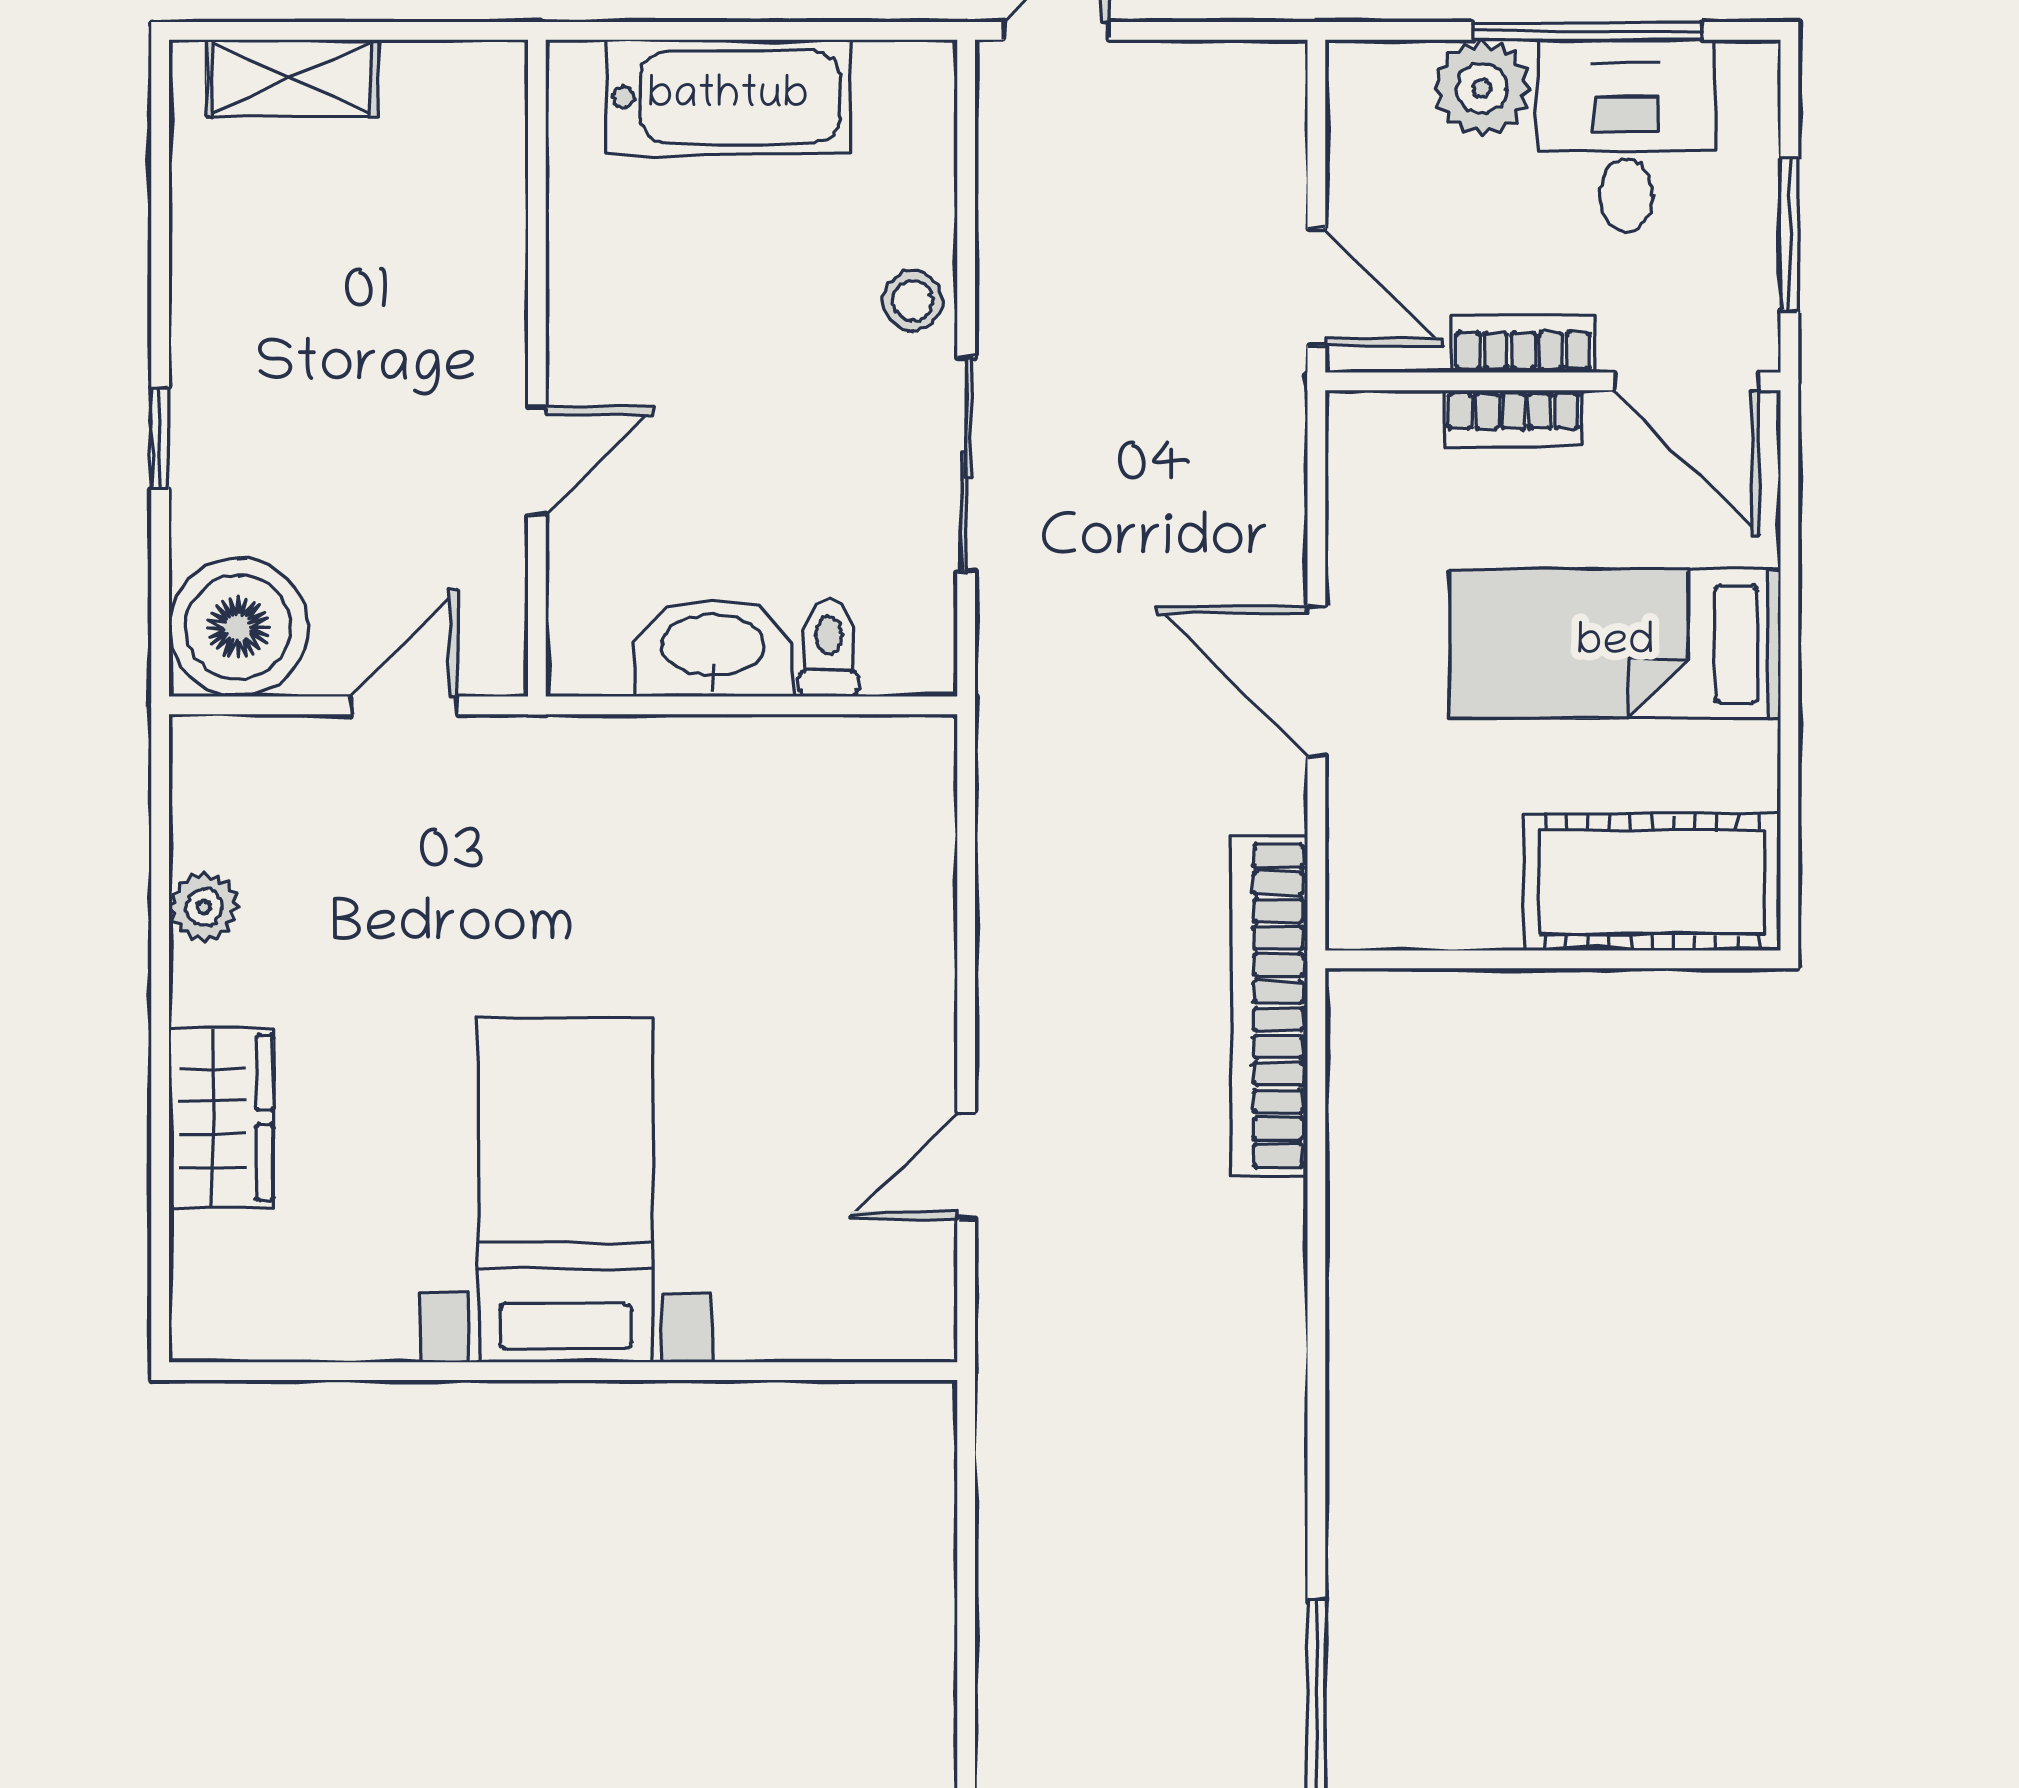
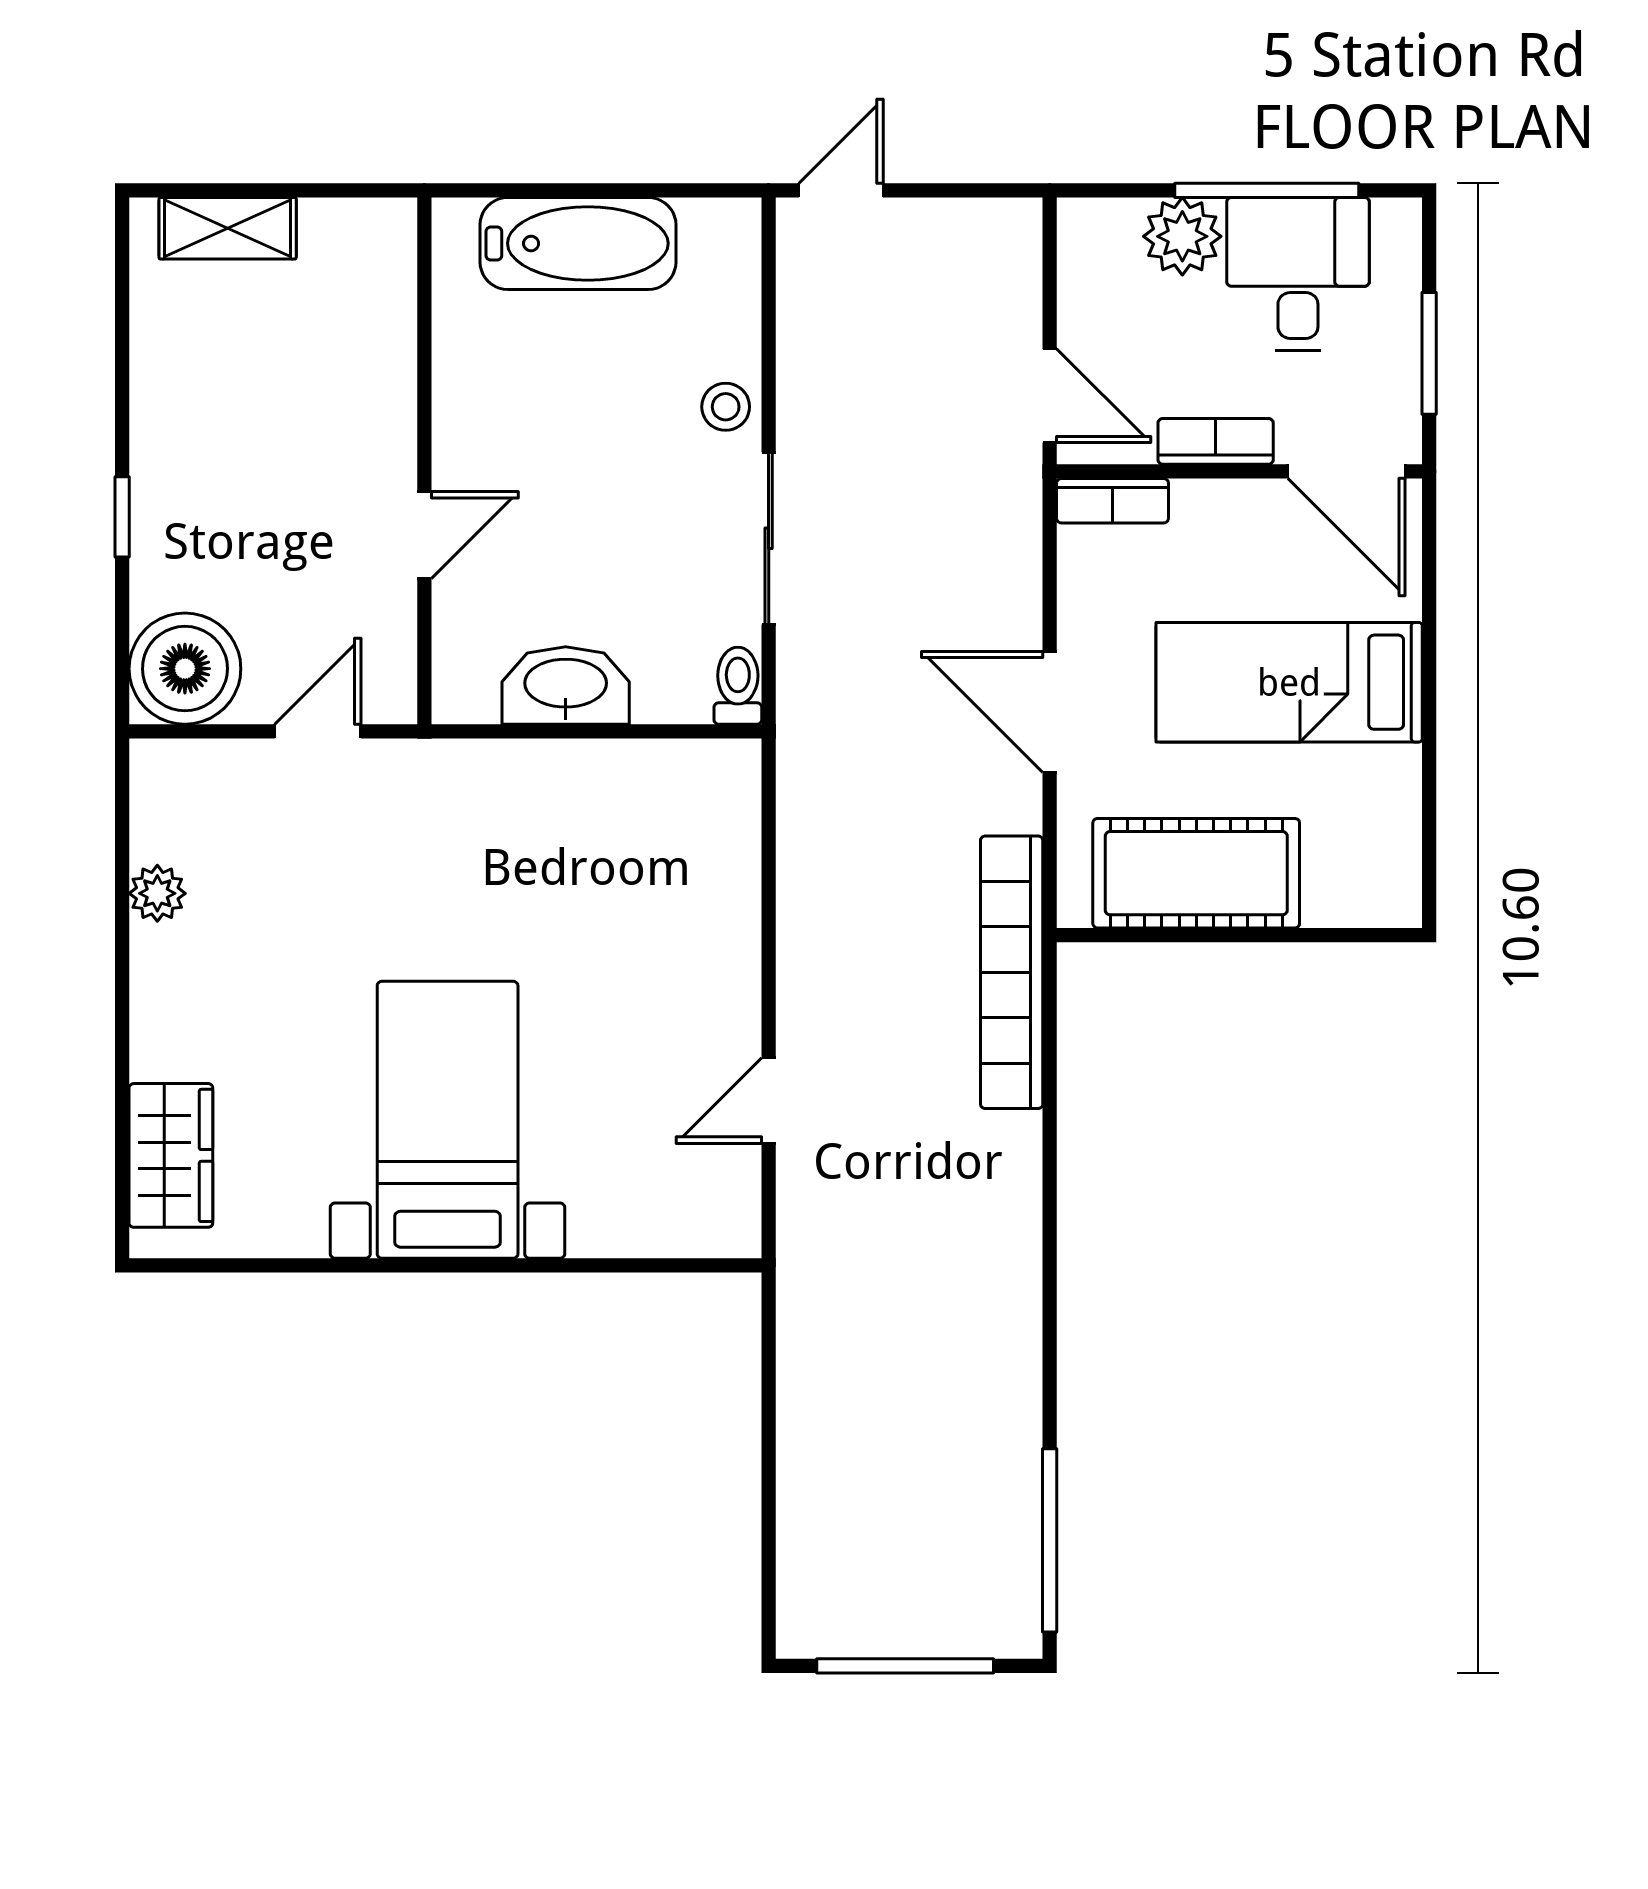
bookcase: (1513, 418) -> (1112, 501), moved
toilet: (829, 649) -> (738, 686), moved
cot: (1652, 882) -> (1196, 873), moved
wardrobe: (221, 1117) -> (171, 1155), moved

